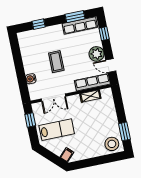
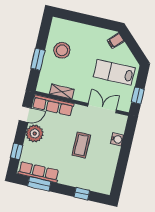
door: (111, 66) -> (25, 114), hinge flipped
window: (124, 131) -> (38, 59), moved
stool: (112, 144) -> (62, 50), moved

